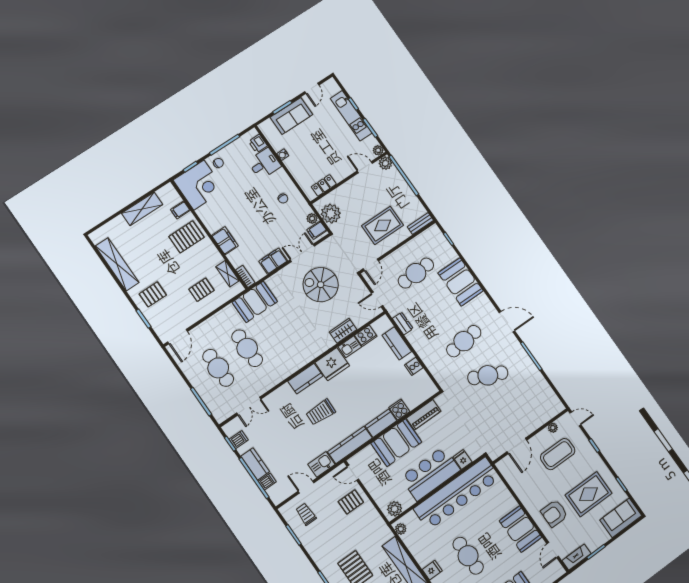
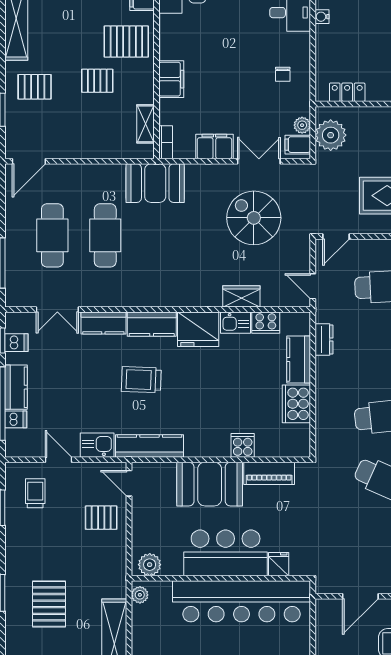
pallet: (201, 290) -> (97, 81), moved
cooker: (414, 366) -> (296, 404), width x1.87, depth x1.31
kitchen counter: (381, 423) -> (103, 323), moved, turned 180

